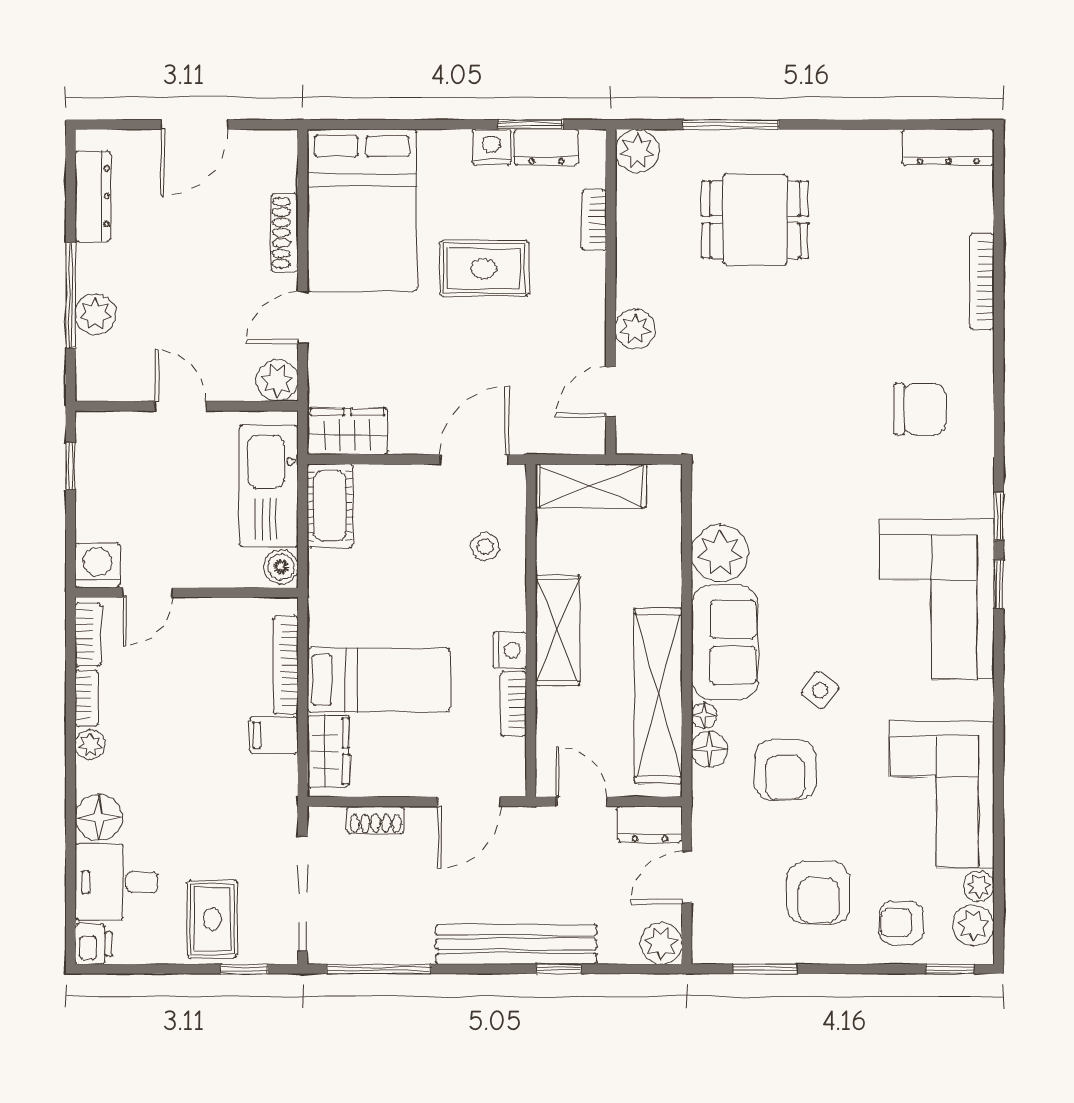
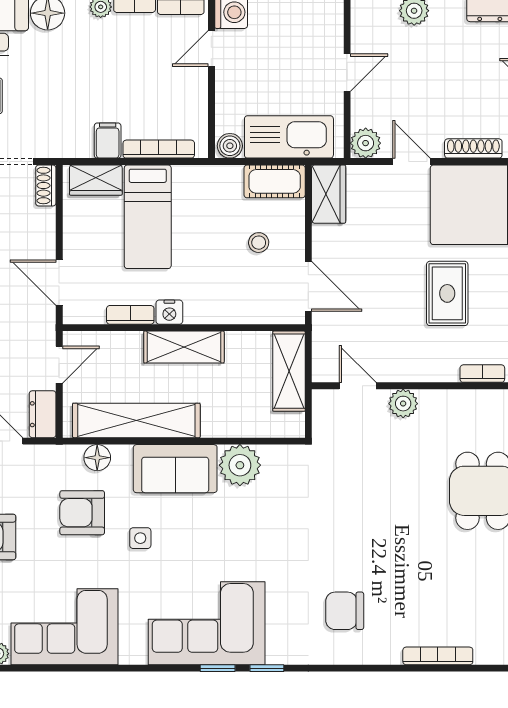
chair: (920, 409) -> (345, 611), turned 90
stool: (485, 547) -> (259, 243), moved
door: (147, 592) -> (211, 49), hinge flipped
side table: (820, 690) -> (140, 538), turned -37
floor lamp: (704, 715) -> (122, 454), removed
shoe rack: (376, 820) -> (46, 186), moved

